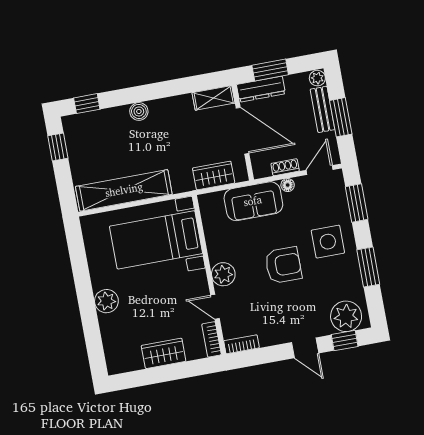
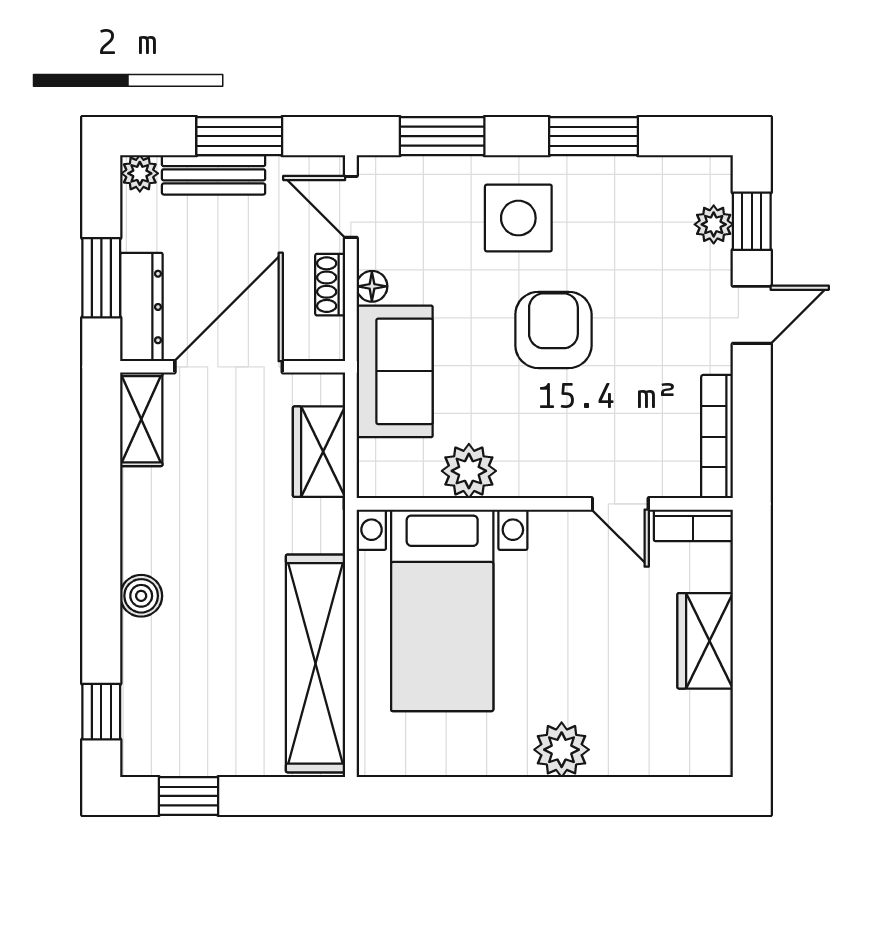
plant: (223, 274) -> (469, 471), moved
door: (215, 307) -> (620, 504), hinge flipped
plant: (346, 316) -> (714, 224), width x0.53, depth x0.53
bookcase: (241, 344) -> (717, 437), width x1.56

